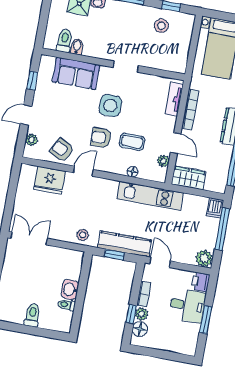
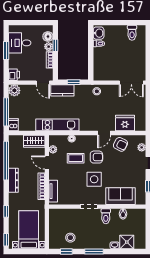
toilet: (64, 41) -> (106, 216), moved
kitchen counter: (125, 244) -> (62, 90), width x0.67
washbasin: (70, 289) -> (99, 33), moved
desk: (187, 305) -> (20, 43), moved
toilet: (32, 315) -> (132, 33), moved

